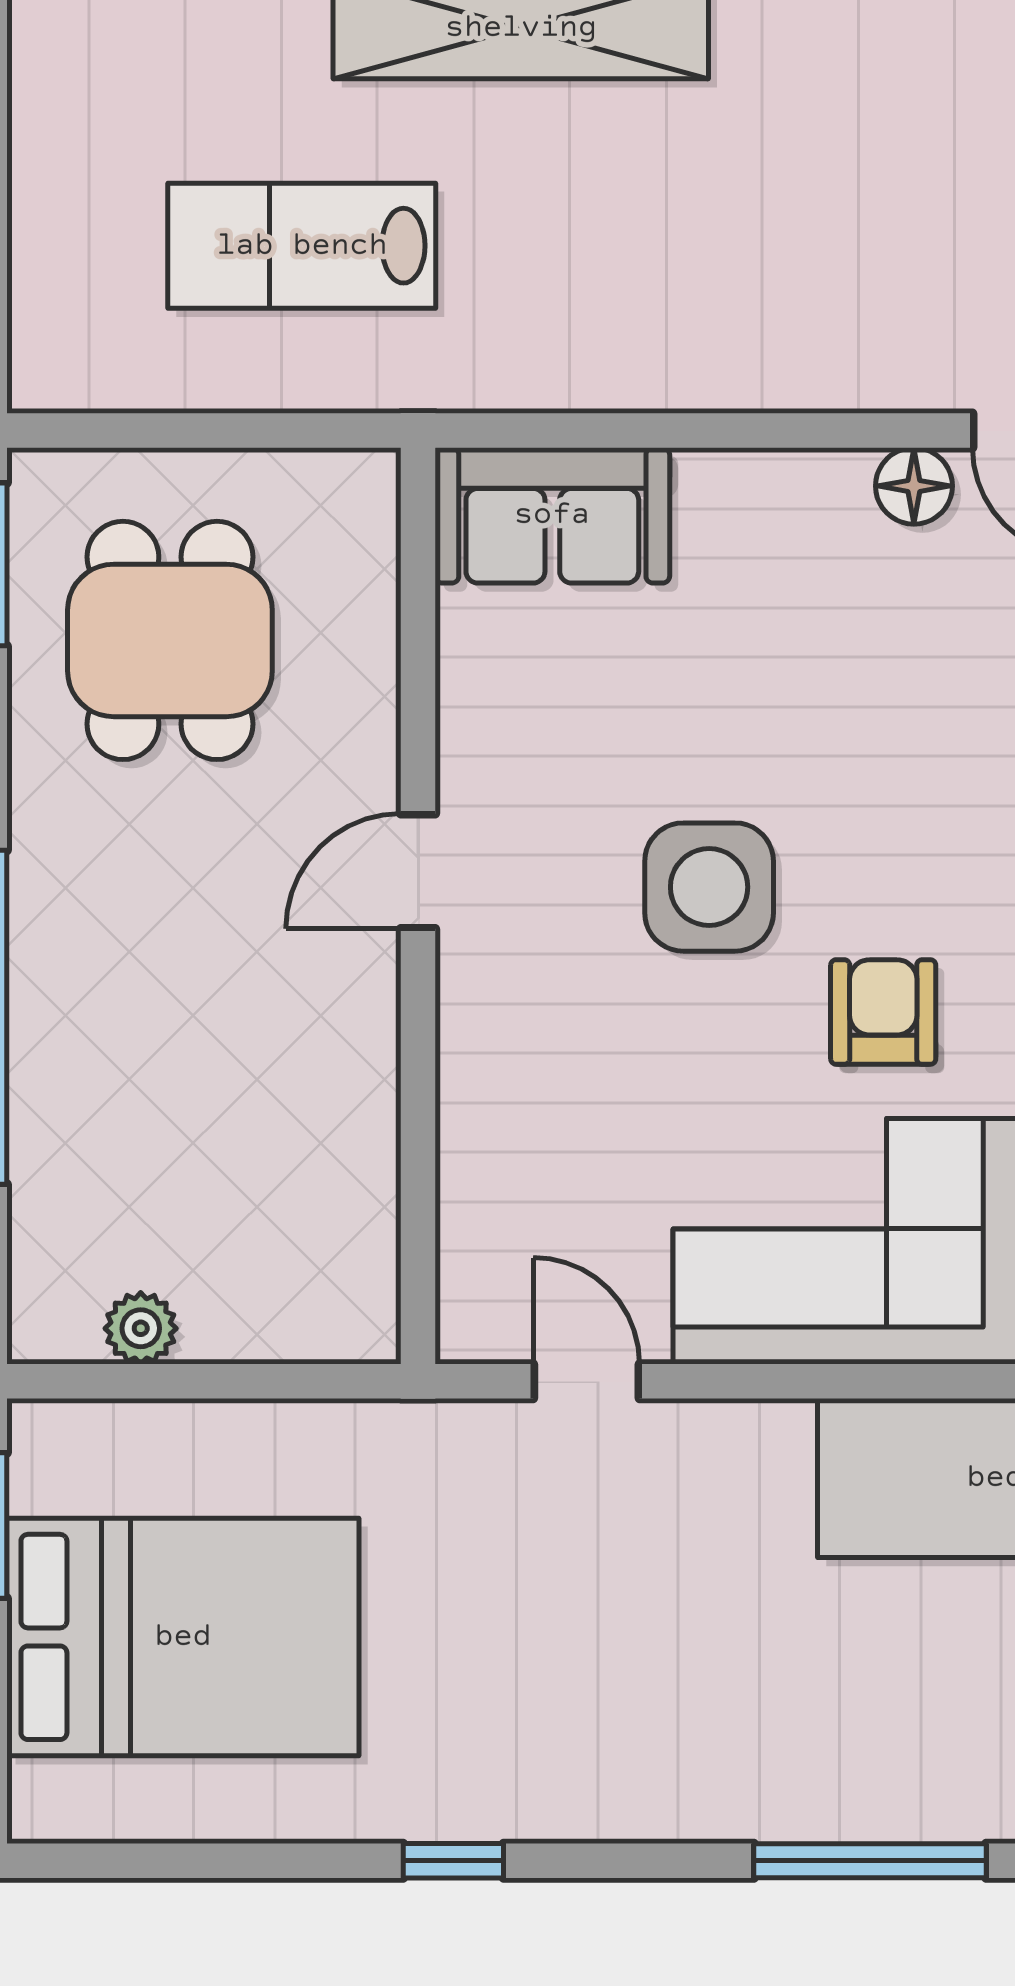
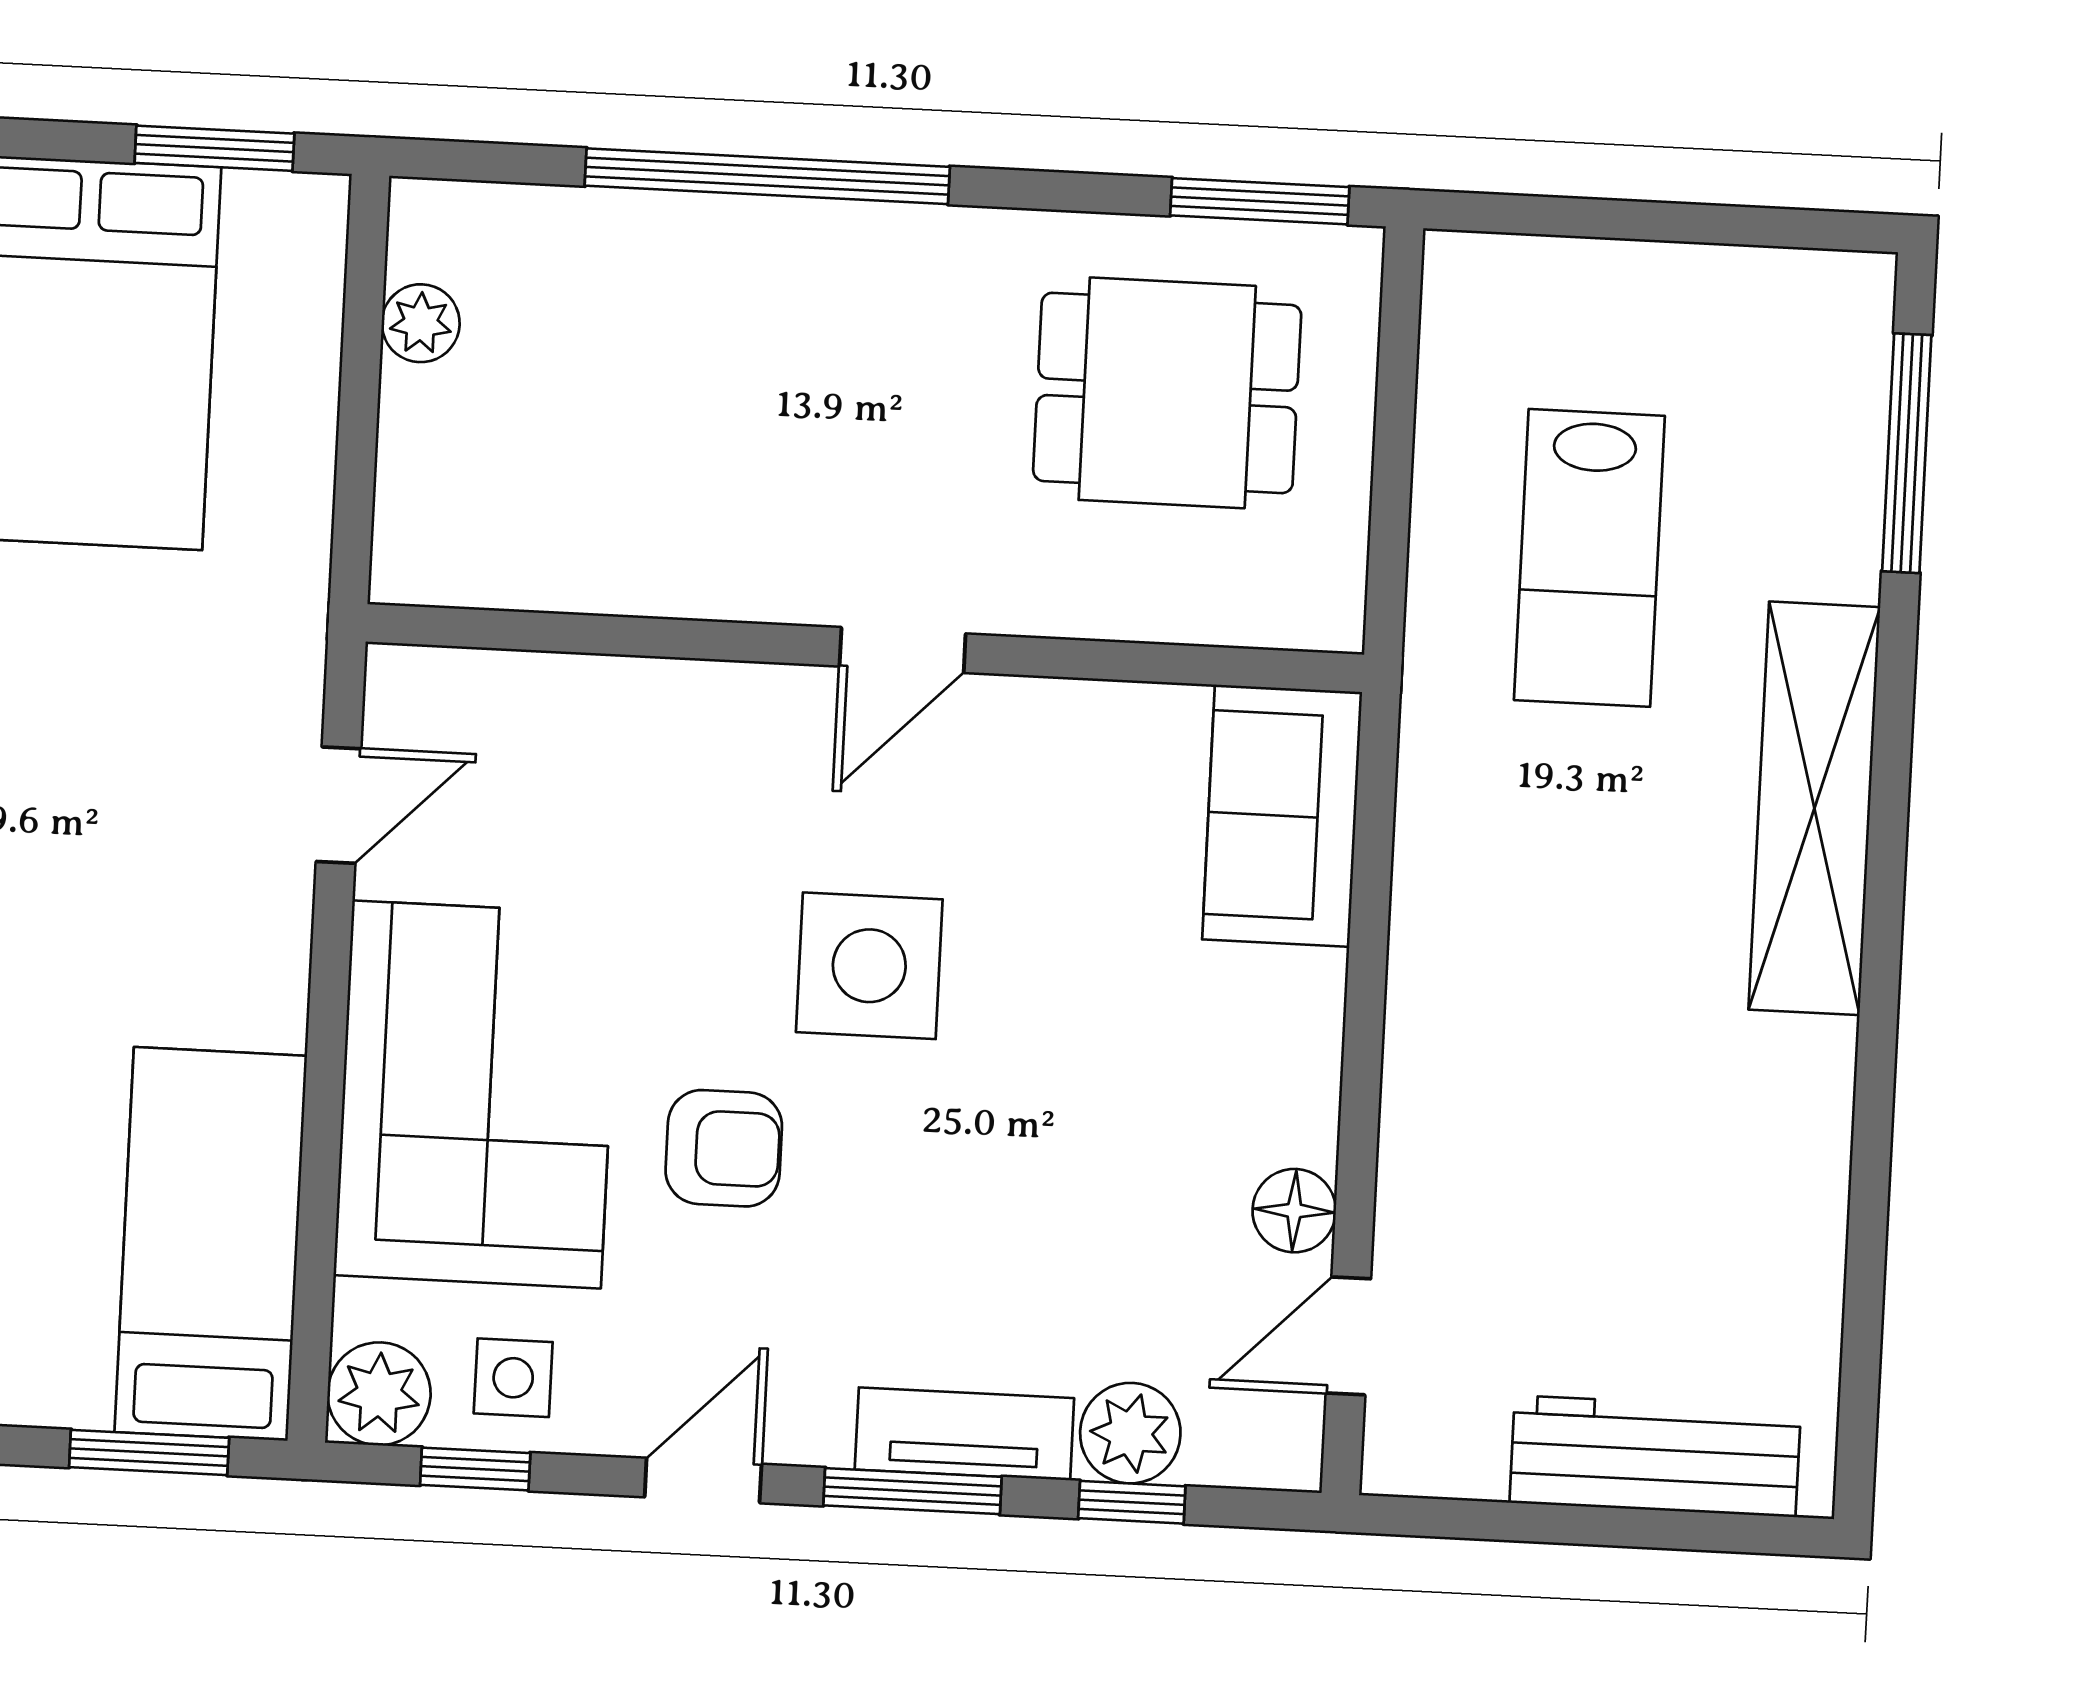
lab bench: (302, 246) -> (1589, 558), turned 180
door: (418, 871) -> (903, 650), swing flipped

